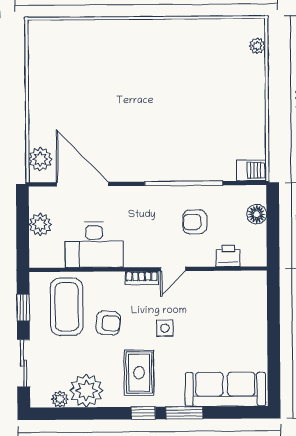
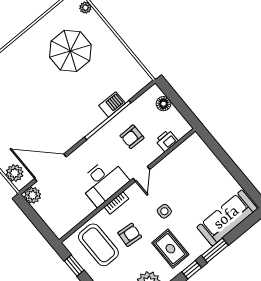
parasol: (204, 78) -> (70, 51), added
barbecue: (251, 170) -> (112, 104), moved
plant: (40, 224) -> (33, 195), moved
desk: (94, 245) -> (103, 182), moved
bookcase: (142, 278) -> (116, 203), moved

